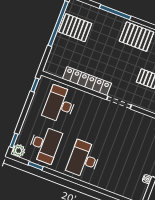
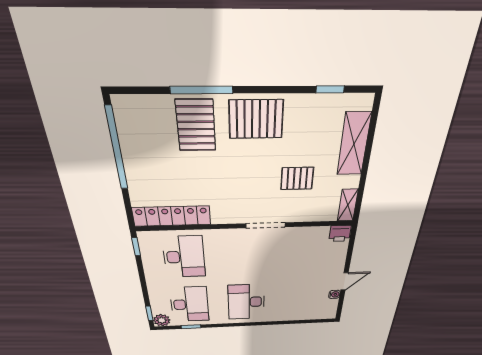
pallet: (75, 28) -> (196, 125), moved, turned 90
locker: (87, 81) -> (172, 216), moved
desk: (60, 104) -> (184, 257), turned 180

